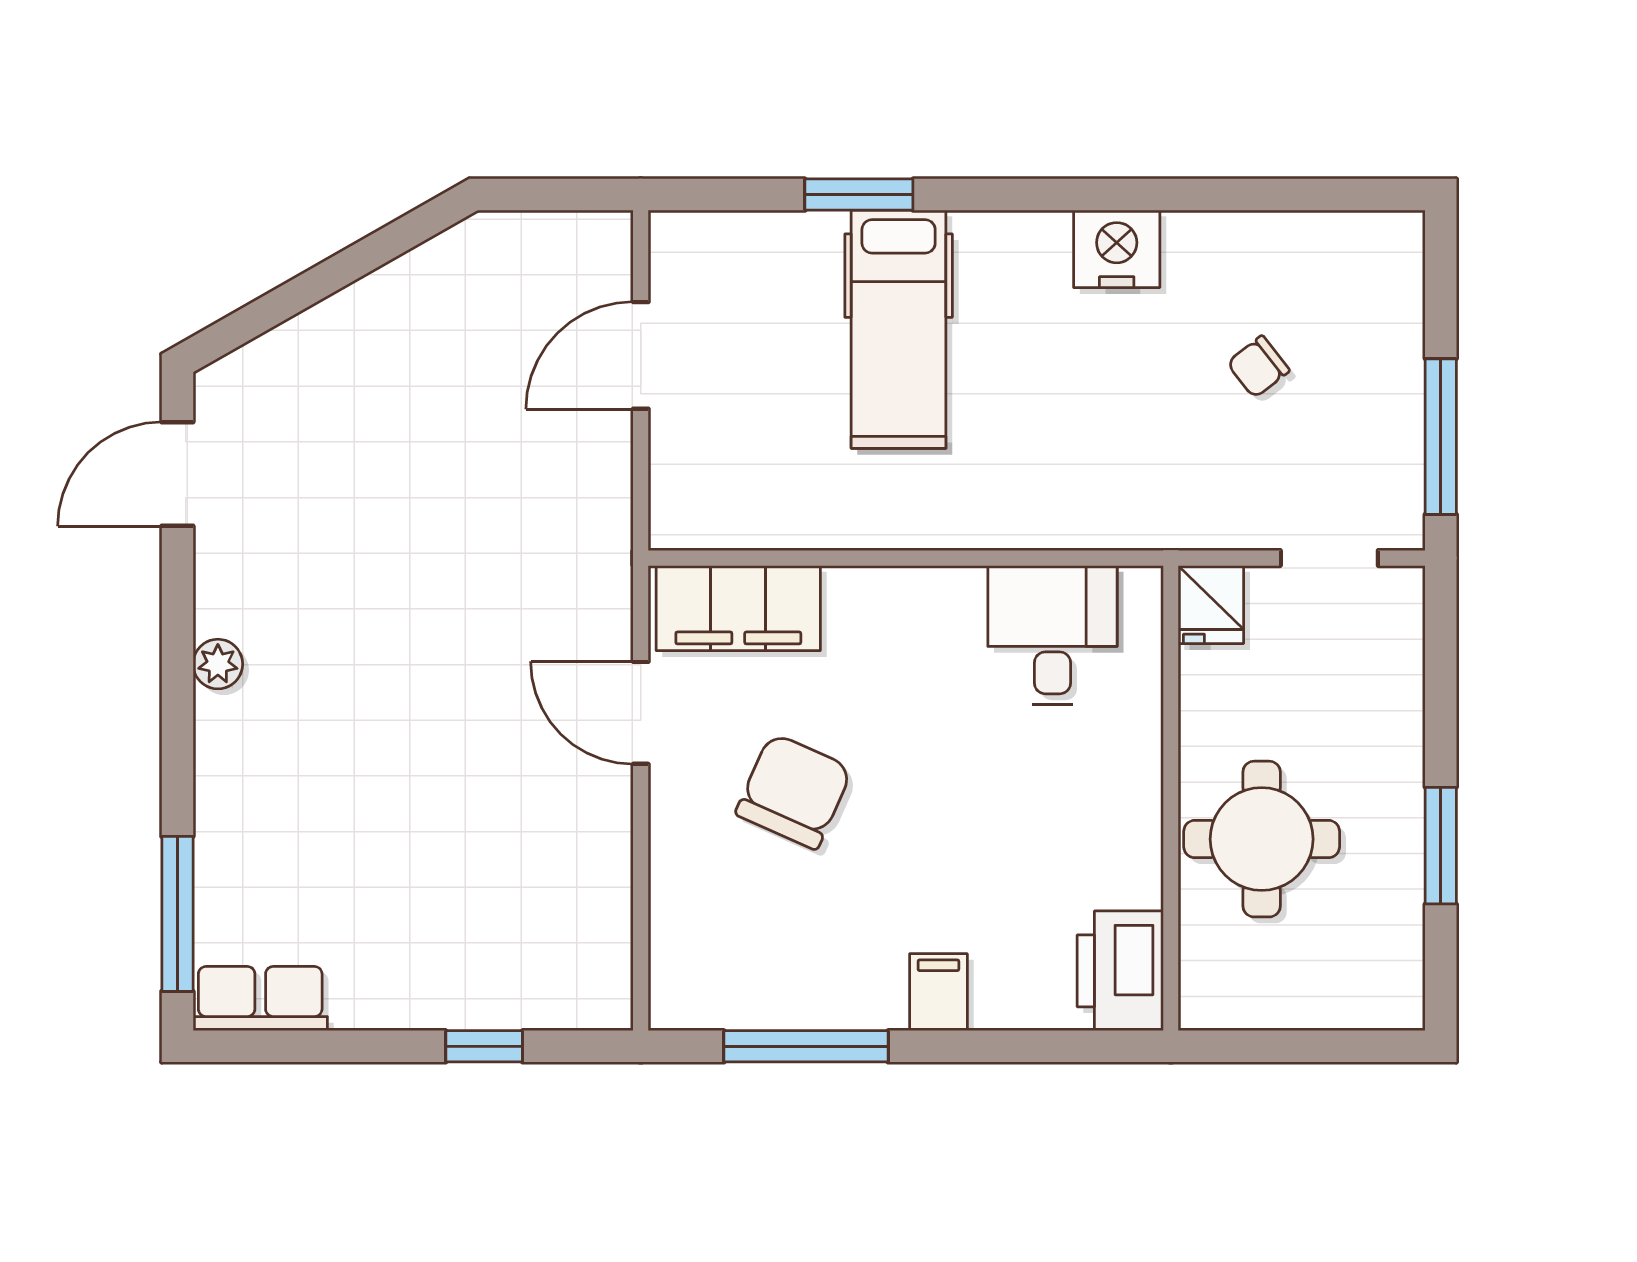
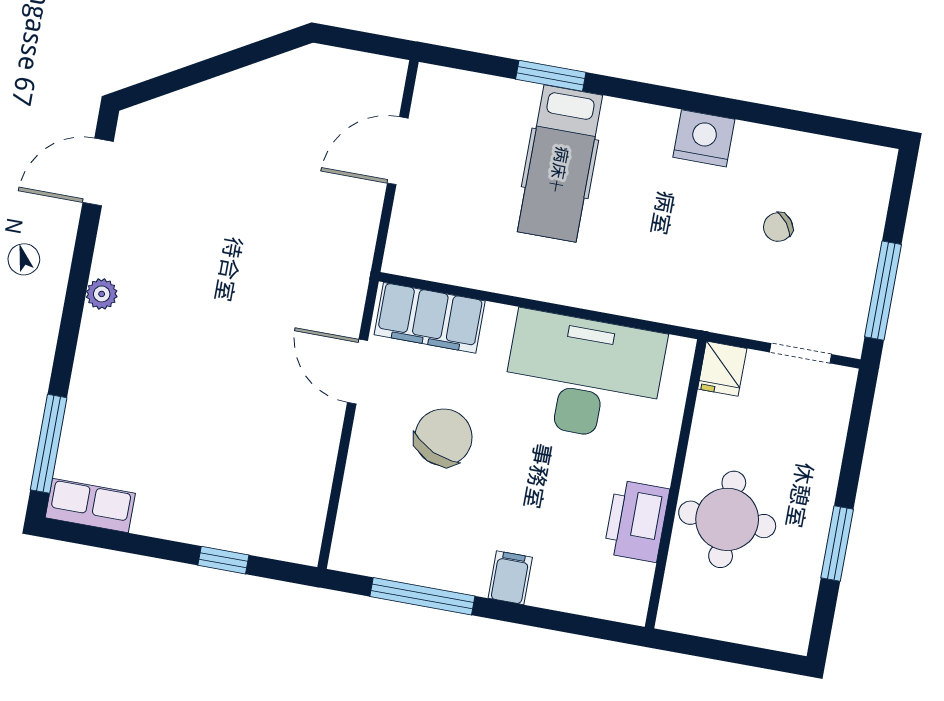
desk: (1052, 635) -> (584, 376), width x1.87, depth x1.30
printer: (1120, 971) -> (637, 521), moved

